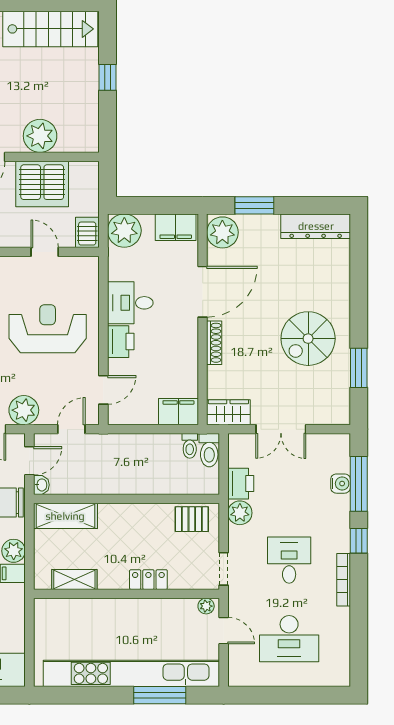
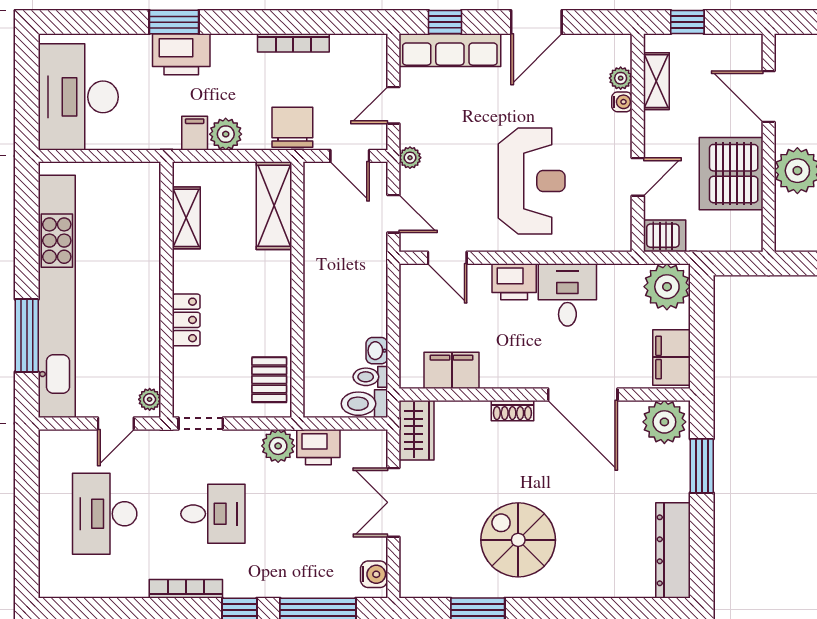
shoe rack: (214, 343) -> (512, 411), width x0.70
plant: (24, 410) -> (410, 158), width x0.53, depth x0.53
filing cabinet: (178, 412) -> (452, 370), moved, turned -90
water cooler: (341, 484) -> (374, 574), moved, turned -90
washbasin: (41, 485) -> (377, 351), moved, turned 90

